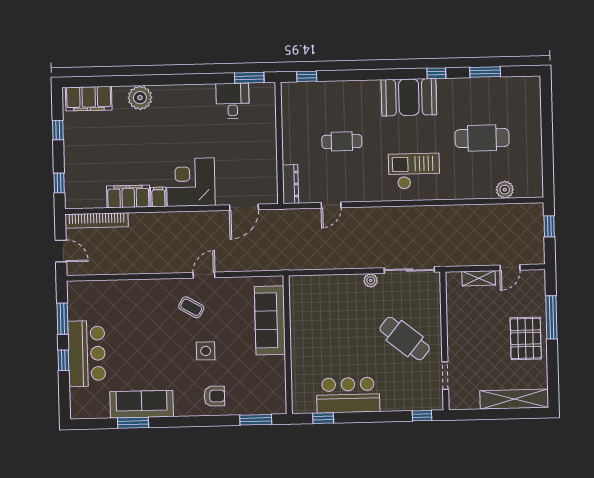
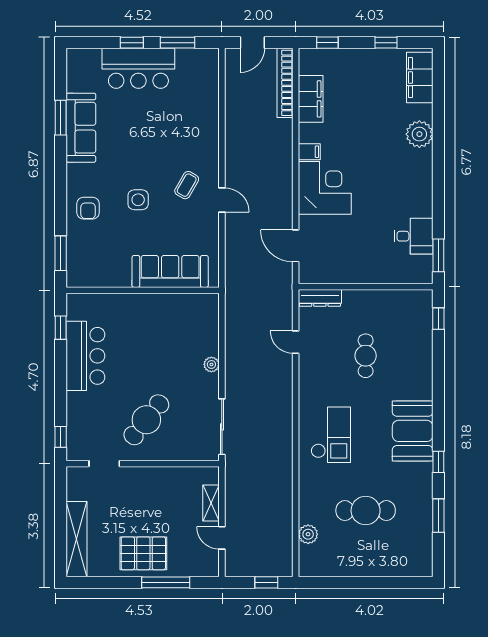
cafe table: (482, 138) -> (366, 511), turned 90
filing cabinet: (128, 197) -> (311, 99), moved
plant: (371, 280) -> (211, 364), moved

